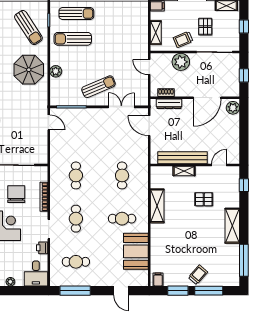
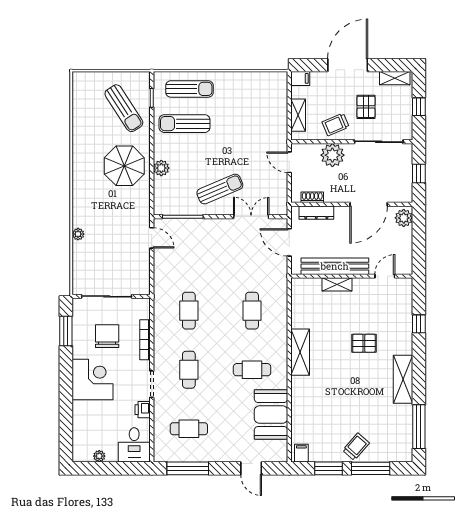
bench: (183, 158) -> (335, 266), moved
wall: (195, 165) -> (352, 276), moved
door: (219, 165) -> (385, 276), moved
shelving: (184, 171) -> (337, 284), moved

